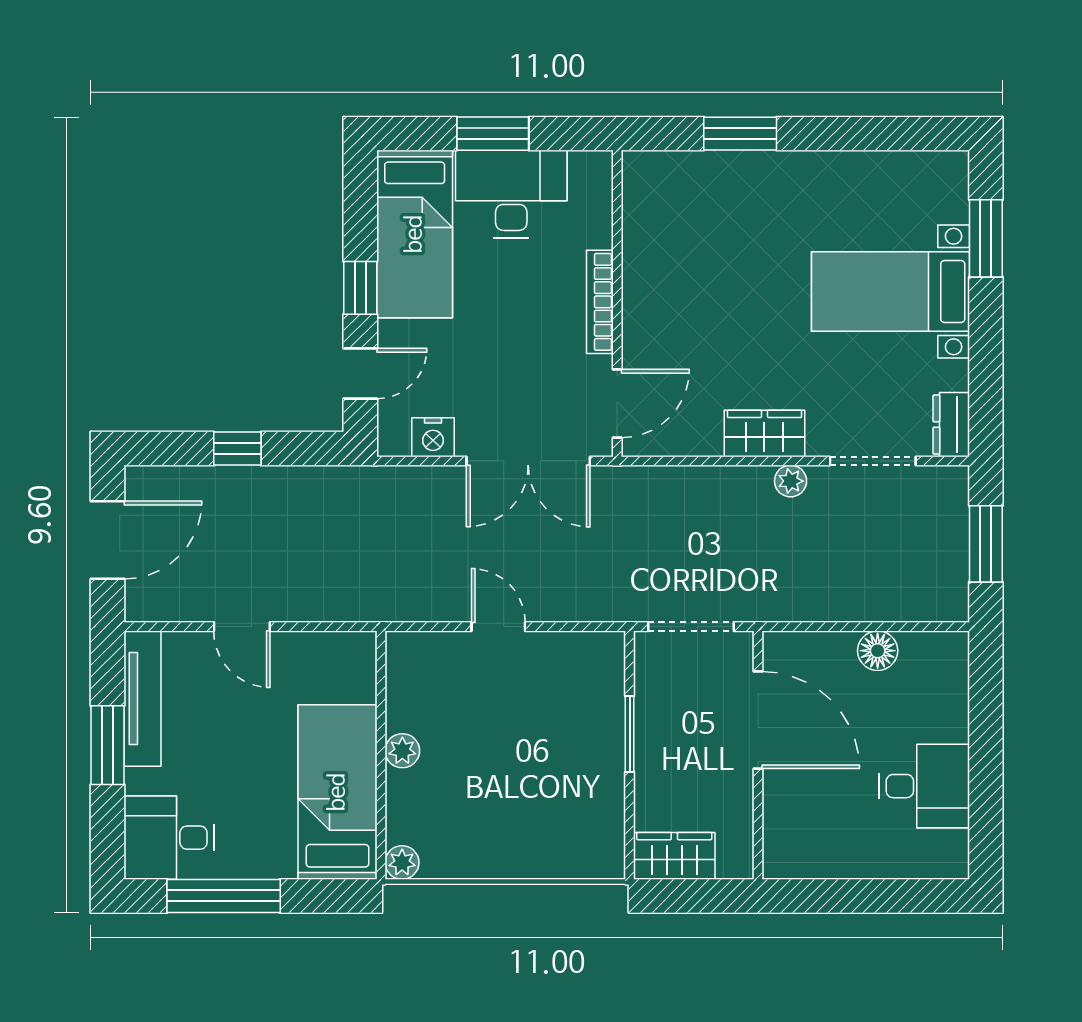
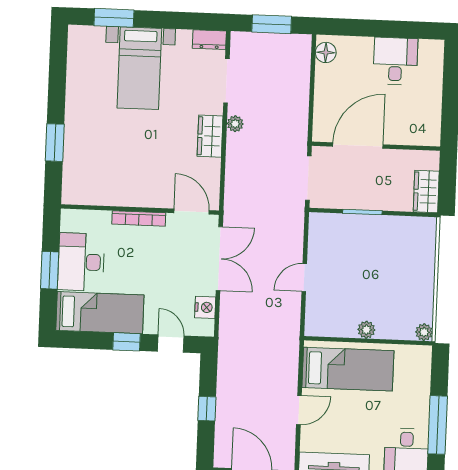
floor lamp: (878, 651) -> (326, 52), moved
bed: (338, 792) -> (348, 369), moved, turned 180

